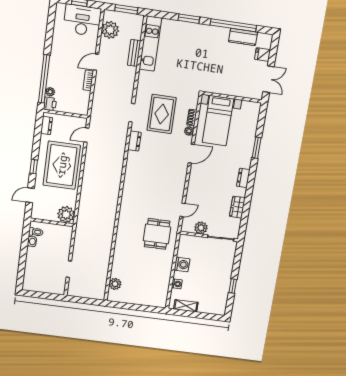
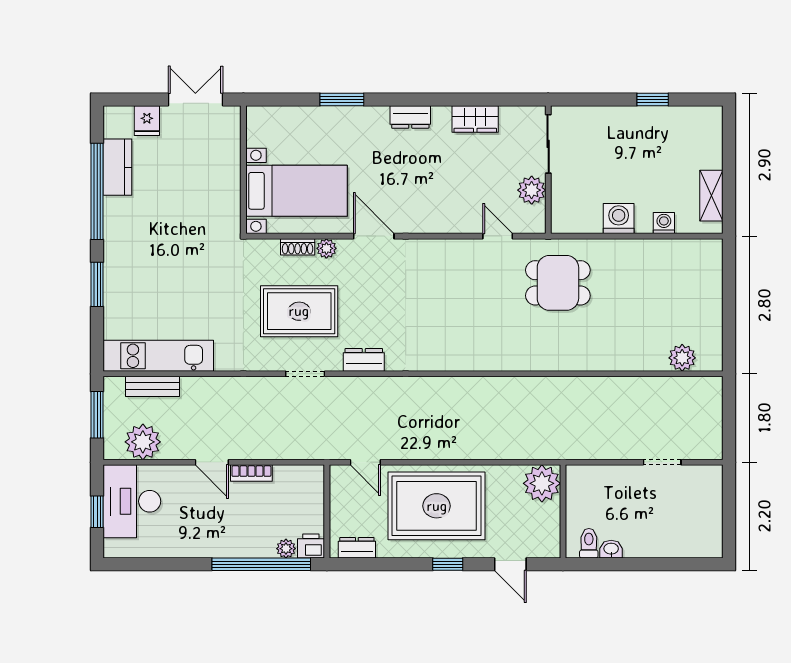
bench: (134, 53) -> (153, 386), moved

